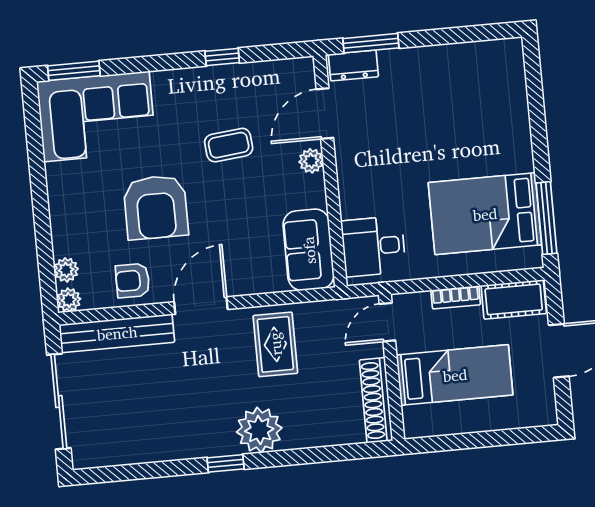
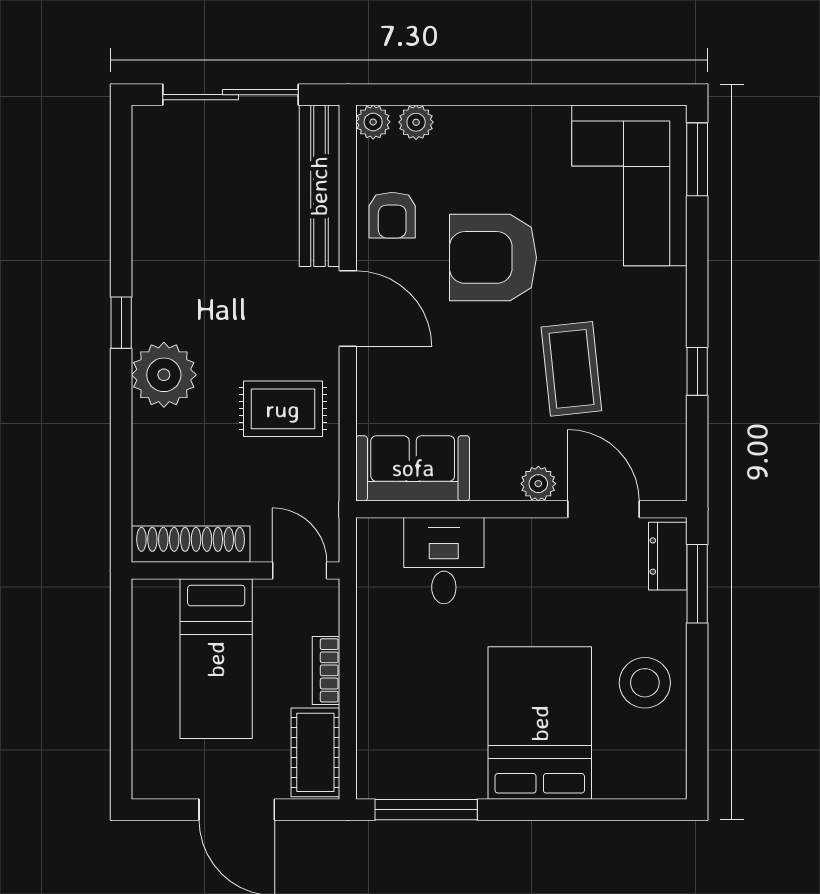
stool: (444, 73) -> (645, 683), added
coffee table: (229, 145) -> (571, 369), width x1.36, depth x1.30
bed: (485, 214) -> (540, 723), moved
desk: (373, 246) -> (444, 561), moved
armchair: (133, 281) -> (392, 215), turned 180

